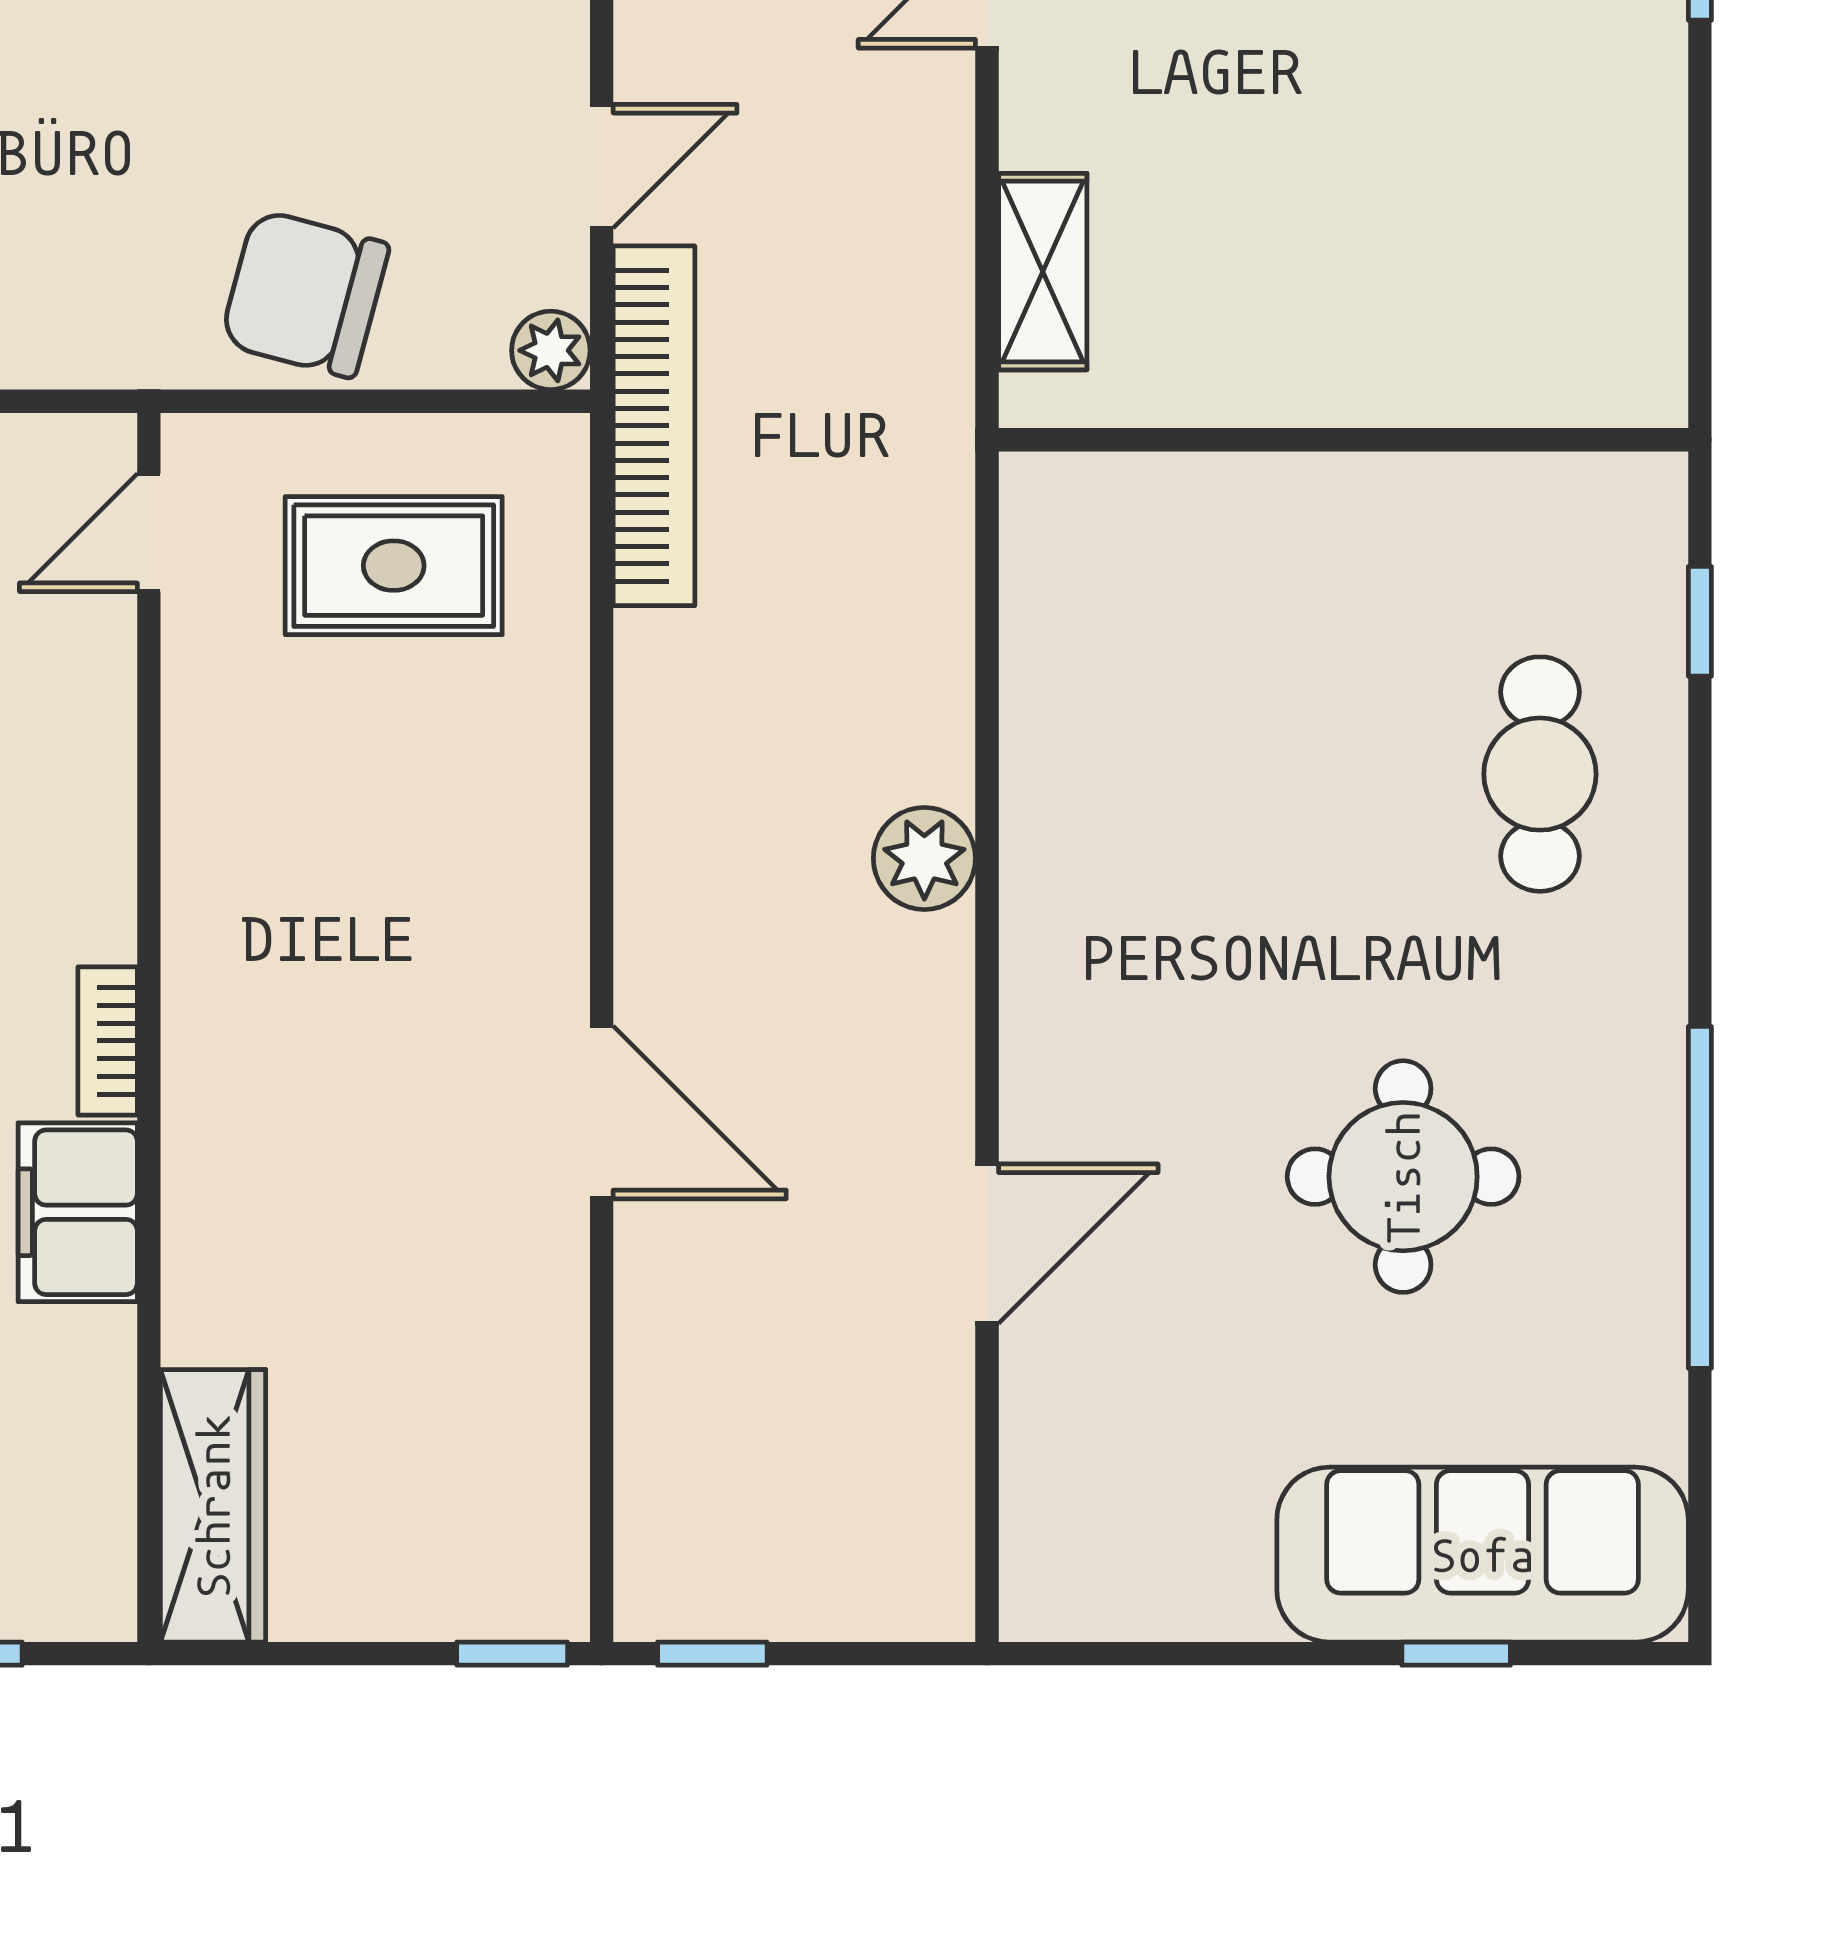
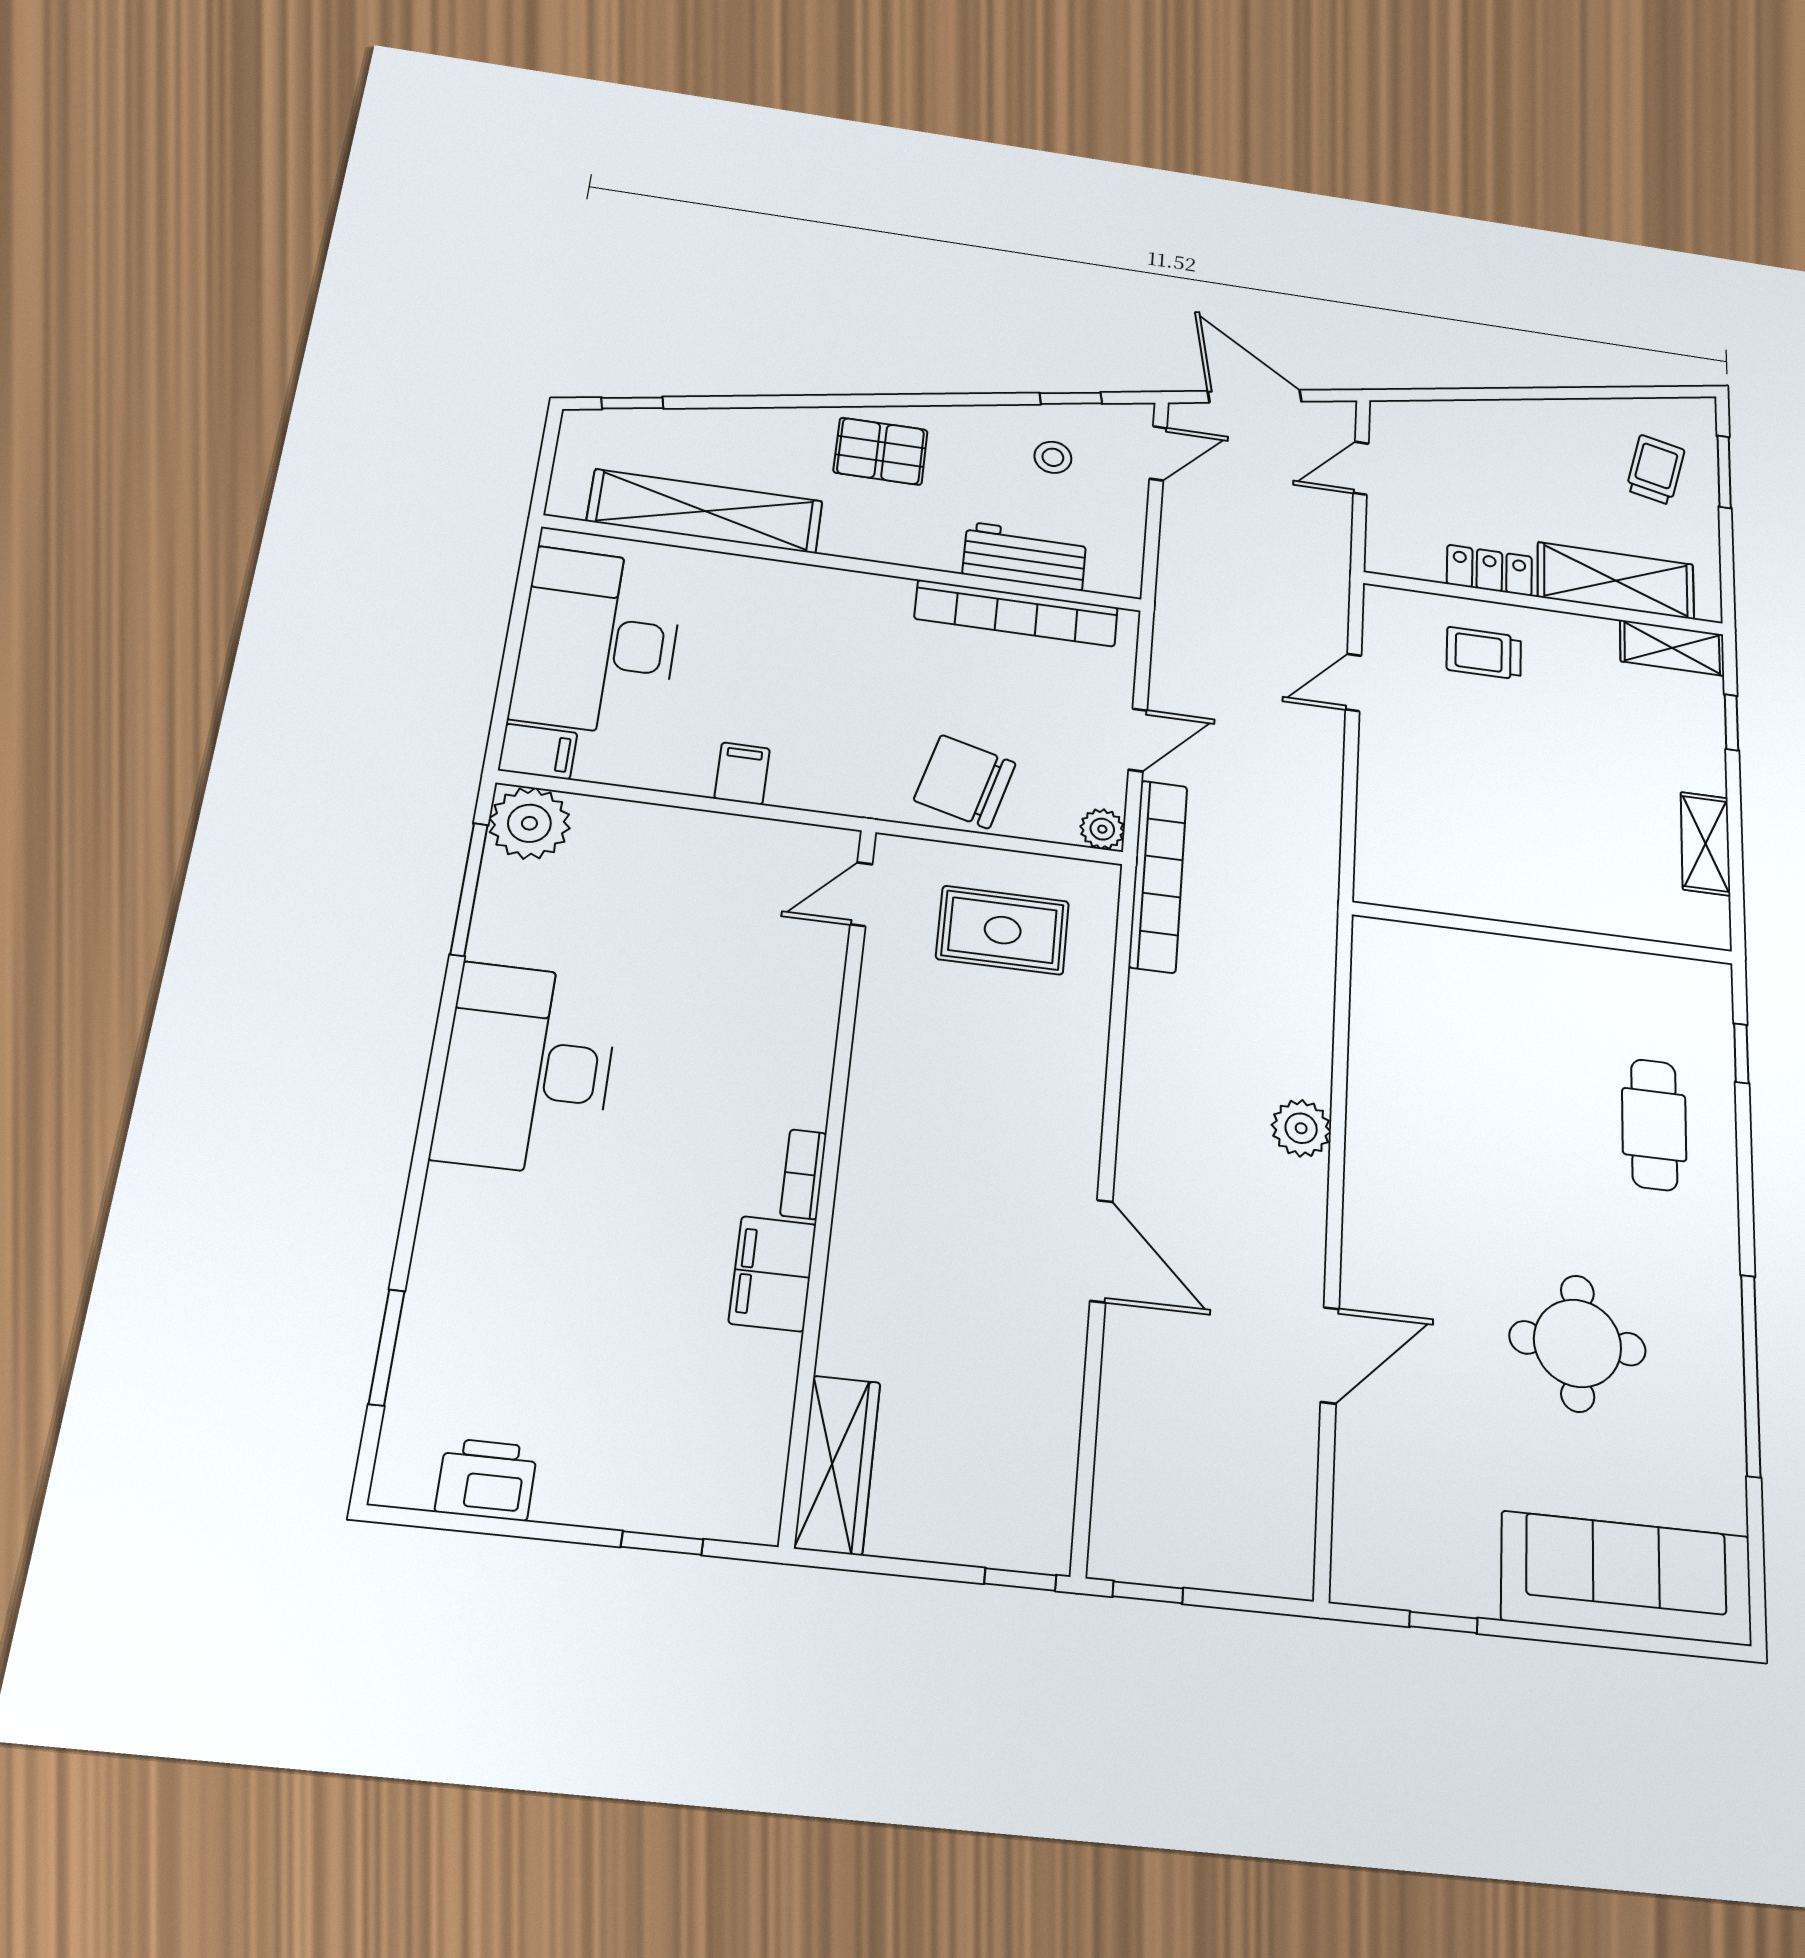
shelving: (1043, 272) -> (1705, 844), moved
window: (1456, 1654) -> (1443, 1622), moved

